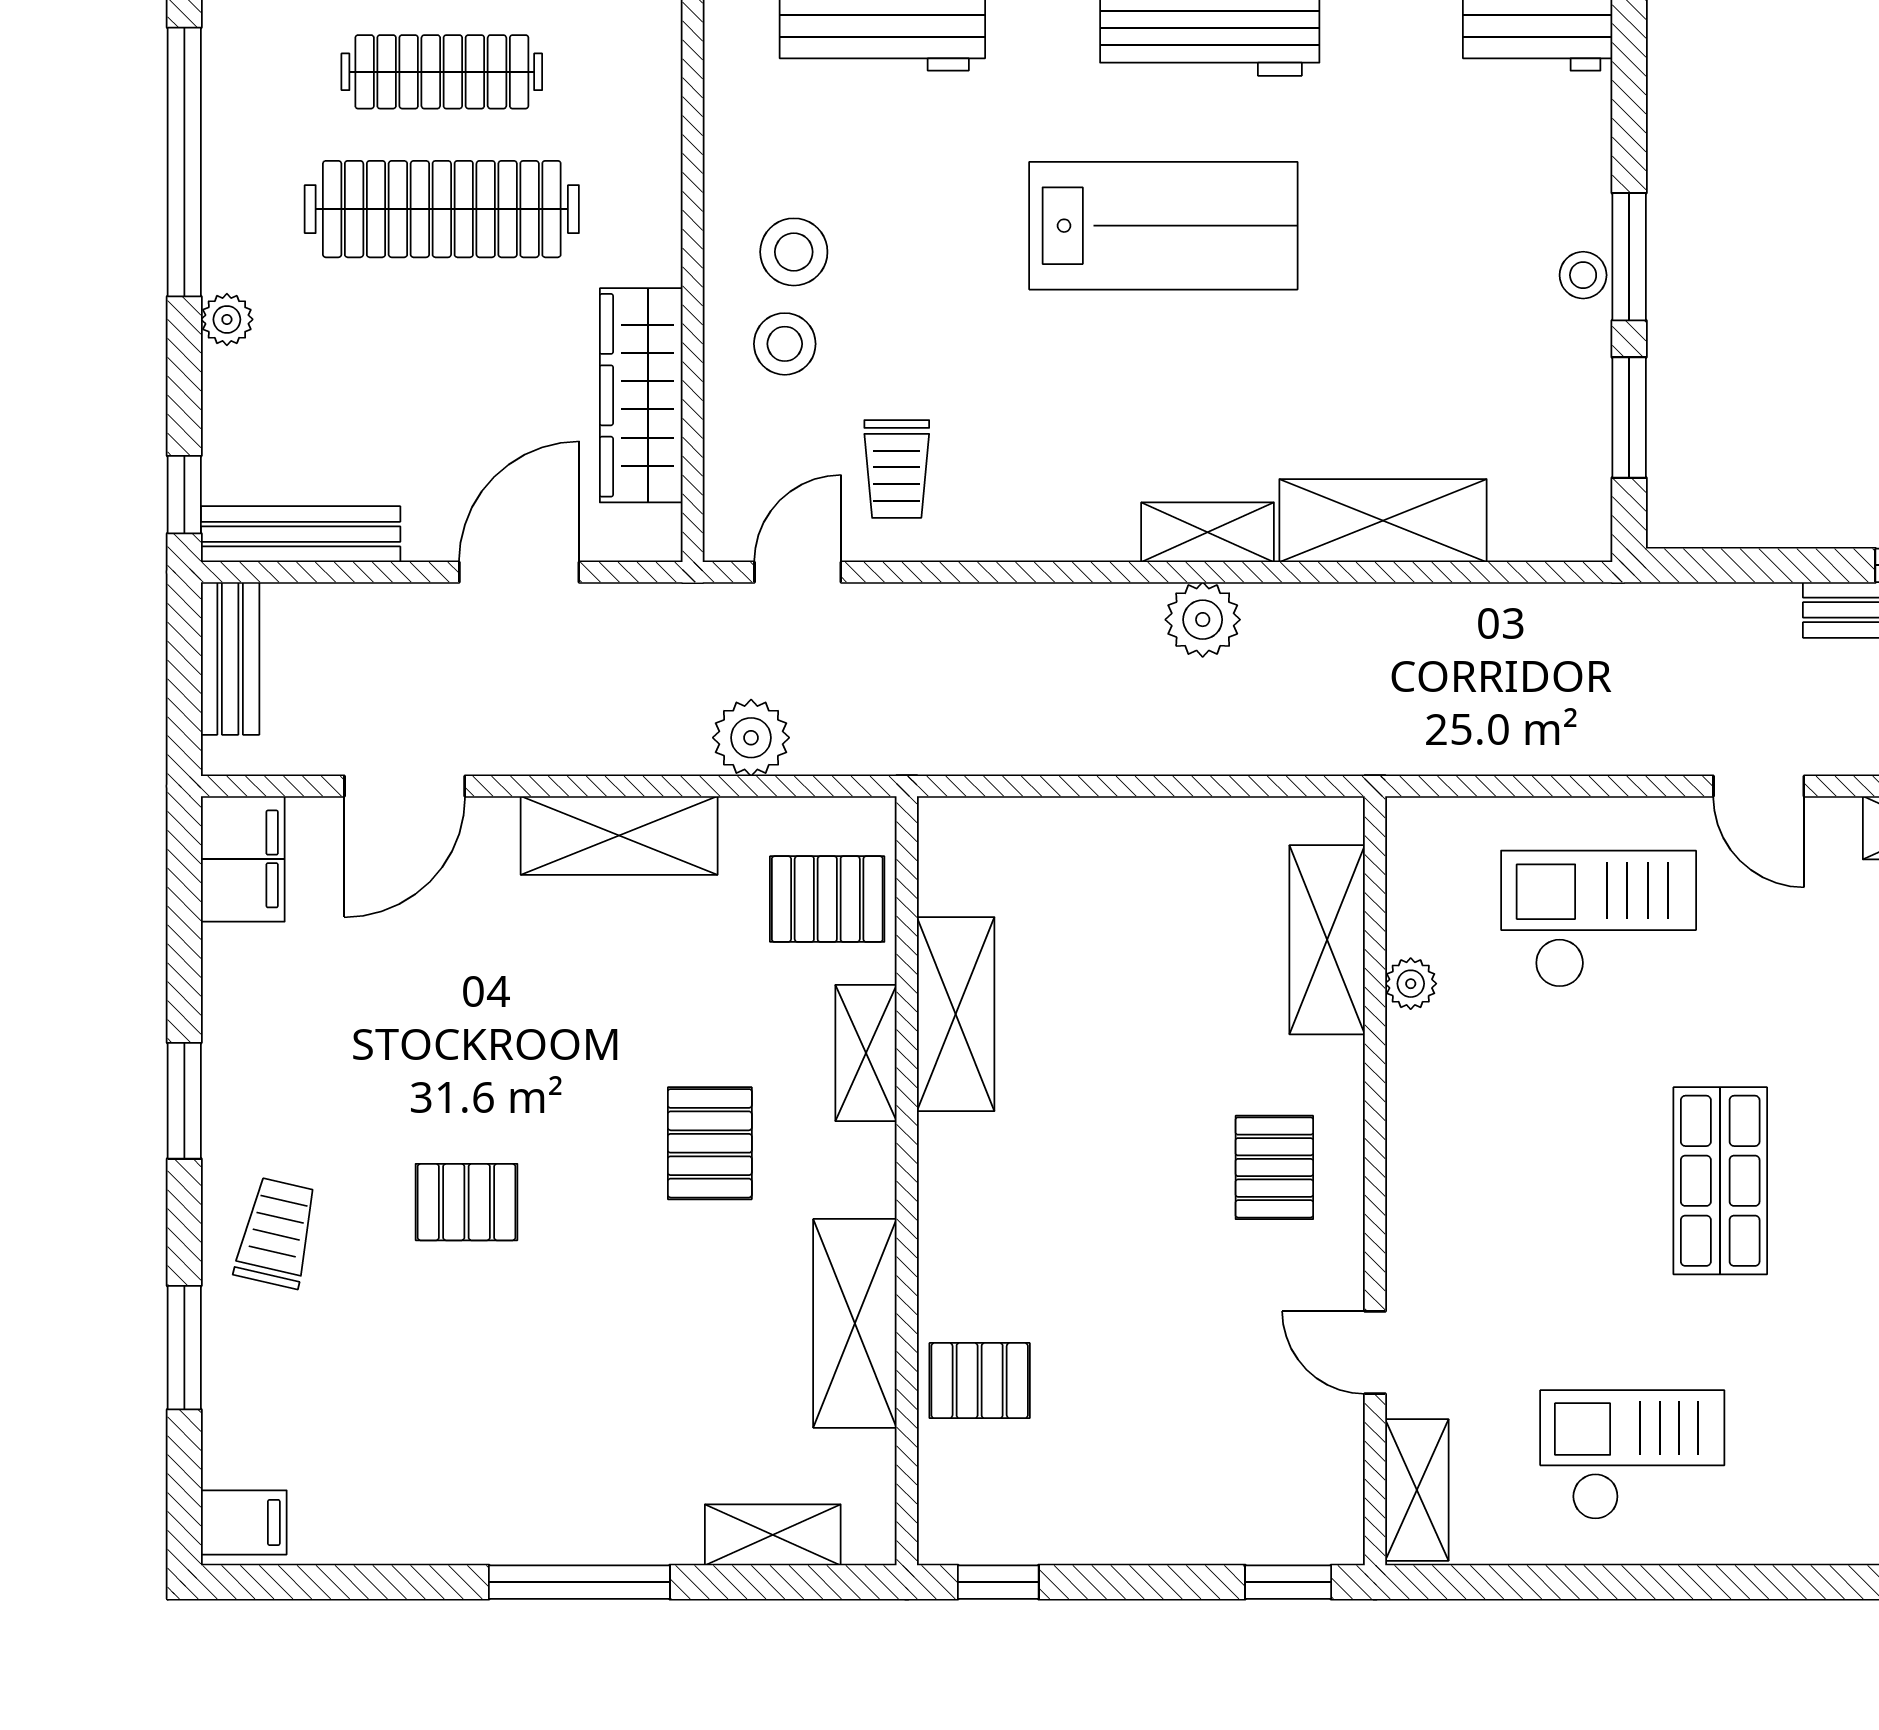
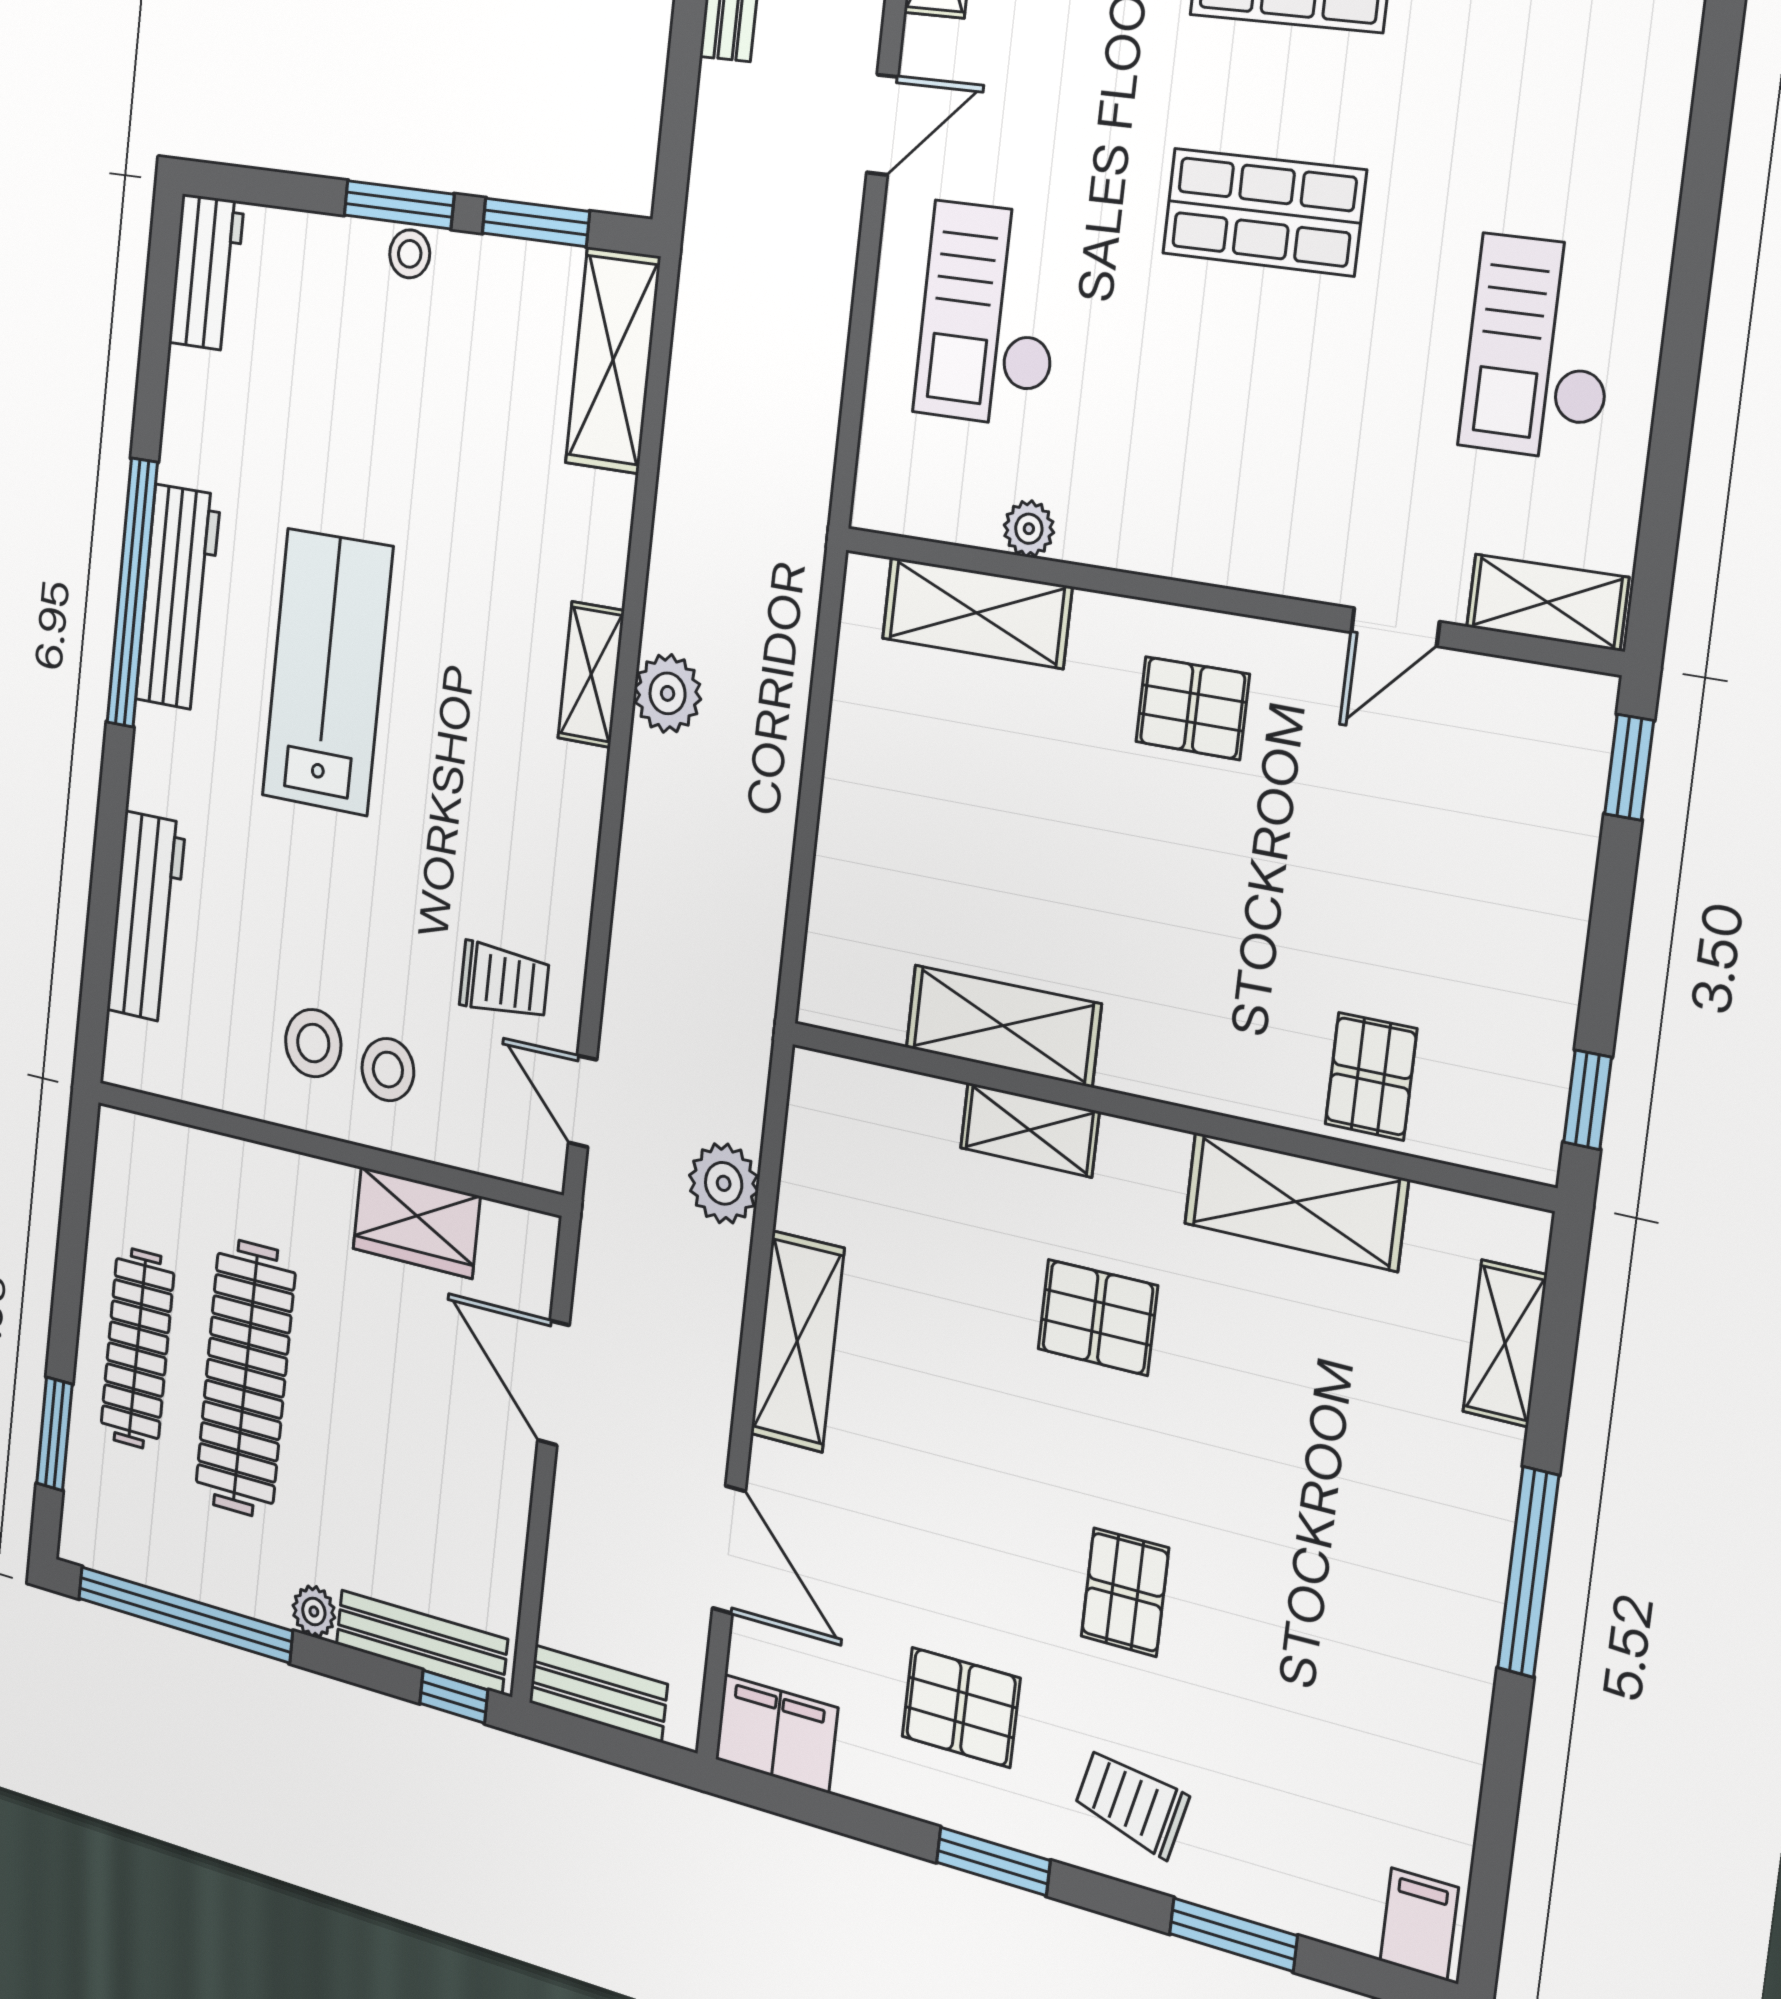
wardrobe: (641, 395) -> (416, 1222), width x0.67
shelving: (1383, 521) -> (613, 360), moved
bench: (301, 534) -> (421, 1642), moved, turned 90
pallet: (827, 899) -> (961, 1707), moved, turned 90

